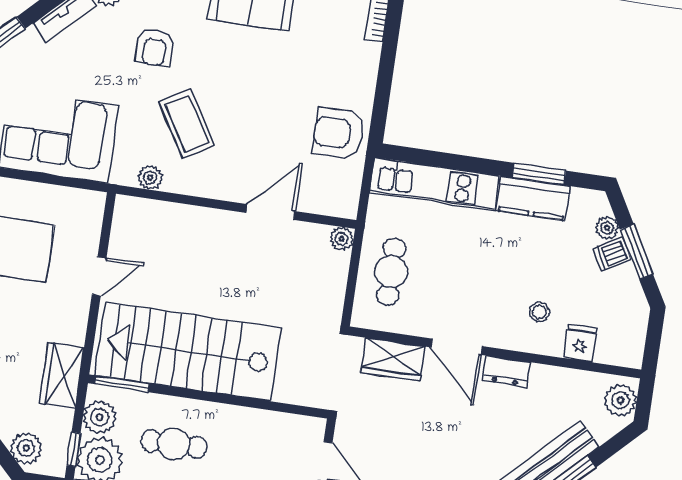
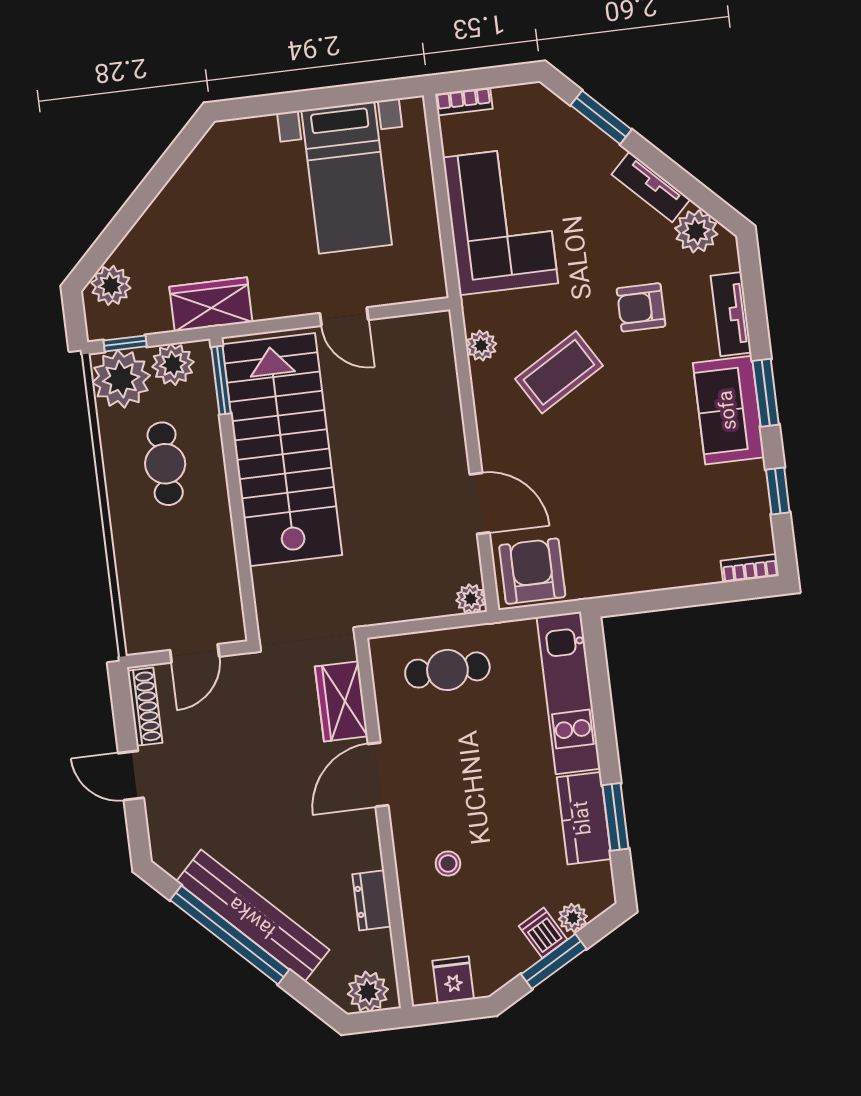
armchair: (339, 133) -> (532, 571), moved
fridge: (580, 343) -> (453, 980), moved, turned -90
dresser: (506, 371) -> (372, 900), moved

